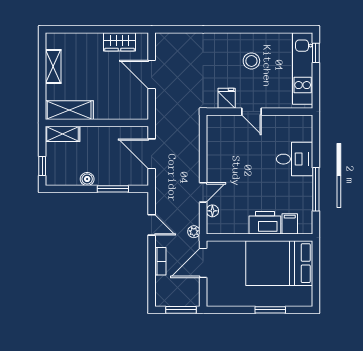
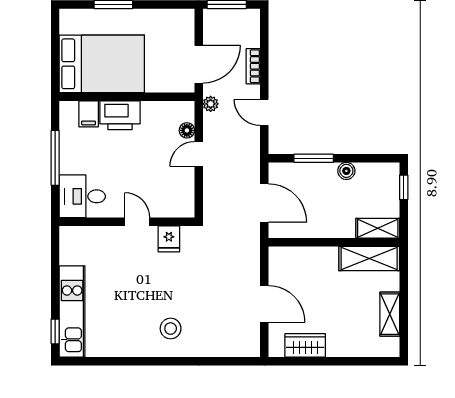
stool: (251, 61) -> (171, 329), moved
fridge: (227, 98) -> (169, 239), moved
door: (252, 112) -> (137, 222), moved
wall: (260, 112) -> (127, 222), moved

